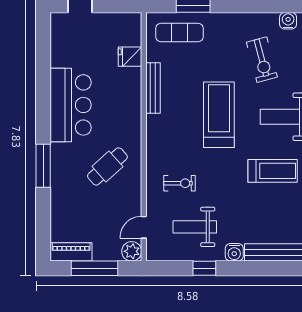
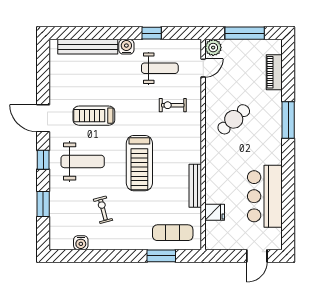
exercise bike: (262, 60) -> (103, 210), width x0.73, depth x0.72
bar counter: (71, 105) -> (265, 196), moved
piano: (71, 252) -> (274, 72), moved, turned 90

